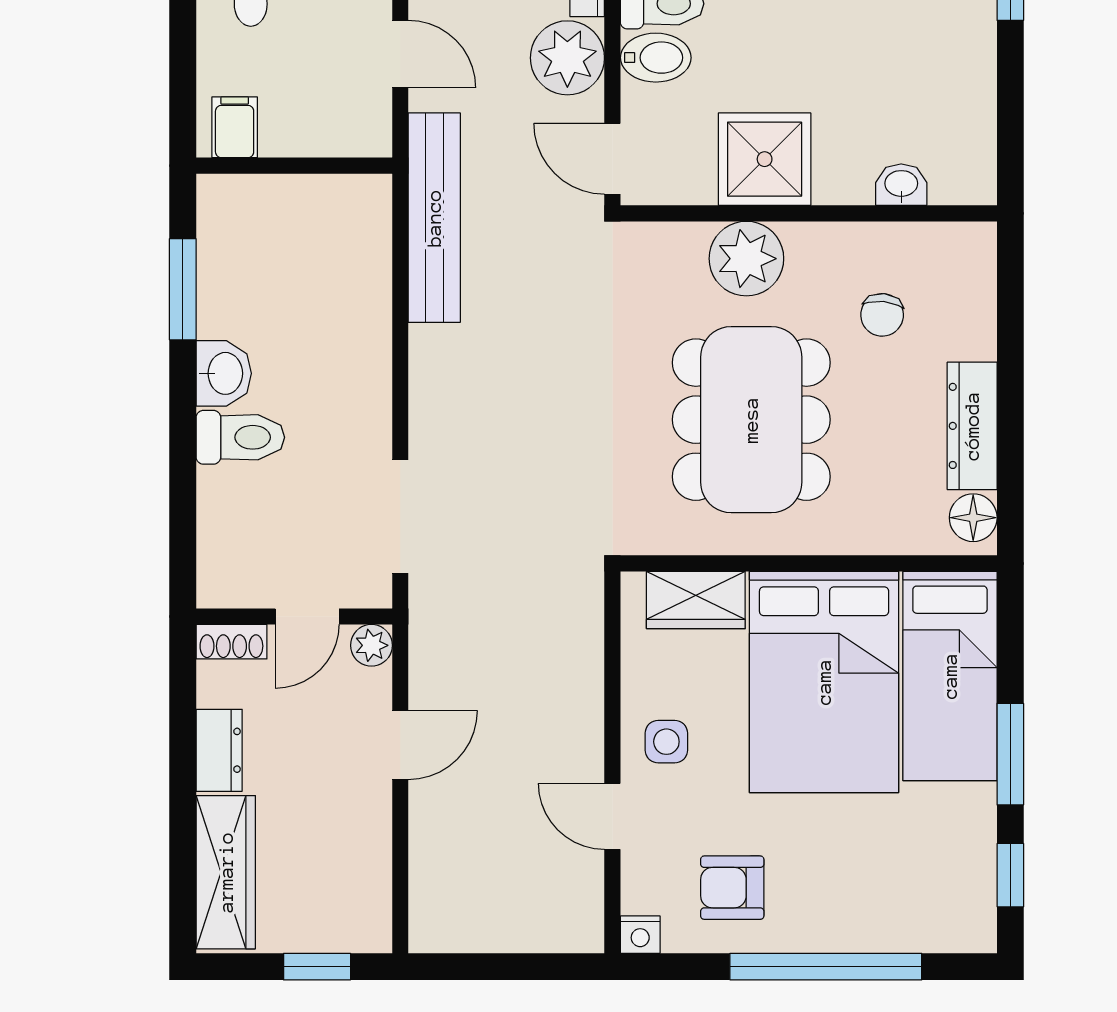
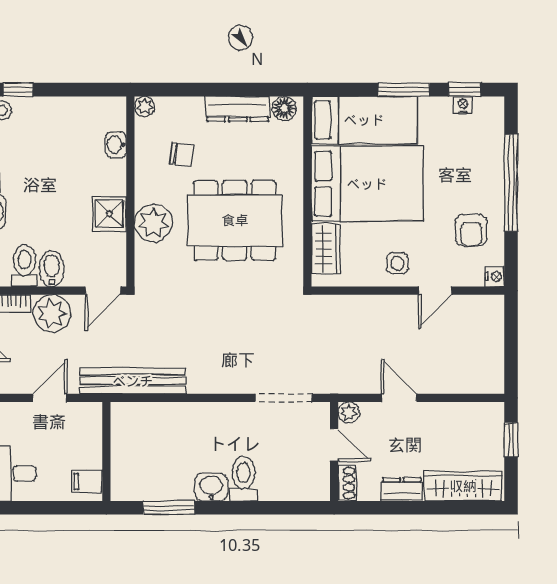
shower: (765, 159) -> (109, 214), width x0.73, depth x0.73
plant: (977, 241) -> (145, 106), added
nightstand: (980, 871) -> (463, 105), added

